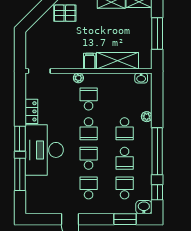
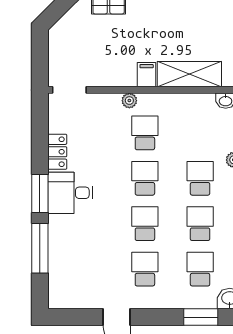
school desk: (89, 129) -> (145, 178), turned 180
school desk: (125, 129) -> (200, 178), turned 180
desk: (44, 150) -> (70, 193), width x0.53, depth x0.77
school desk: (125, 158) -> (200, 224), turned 180

